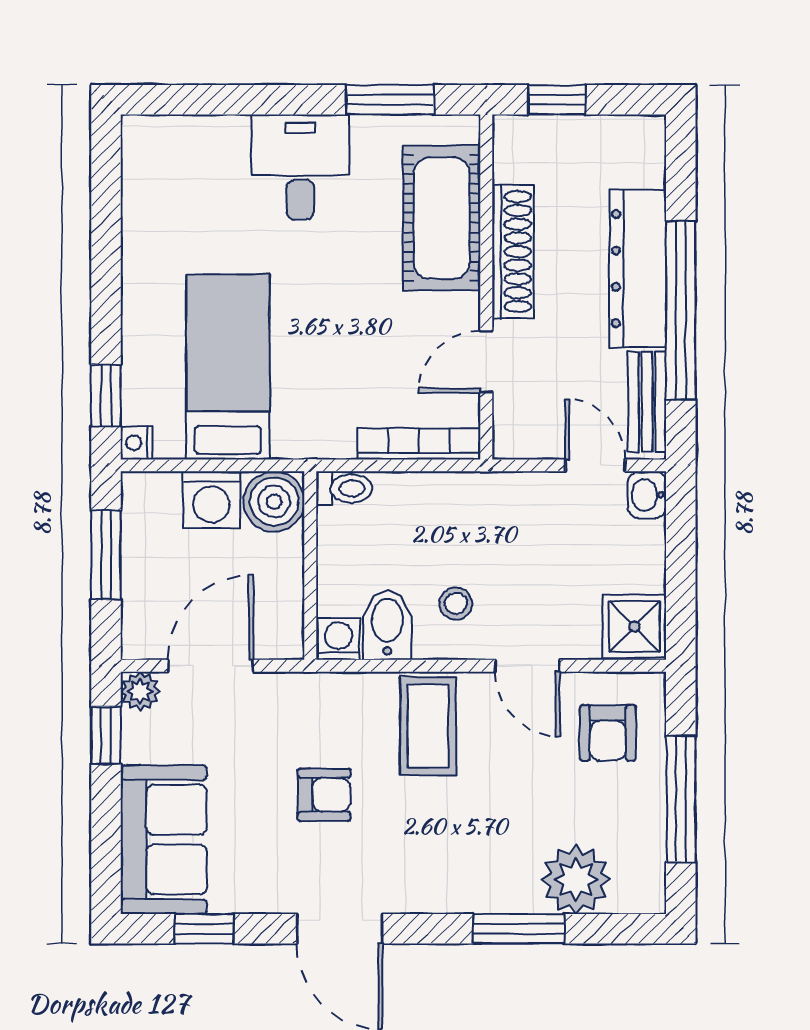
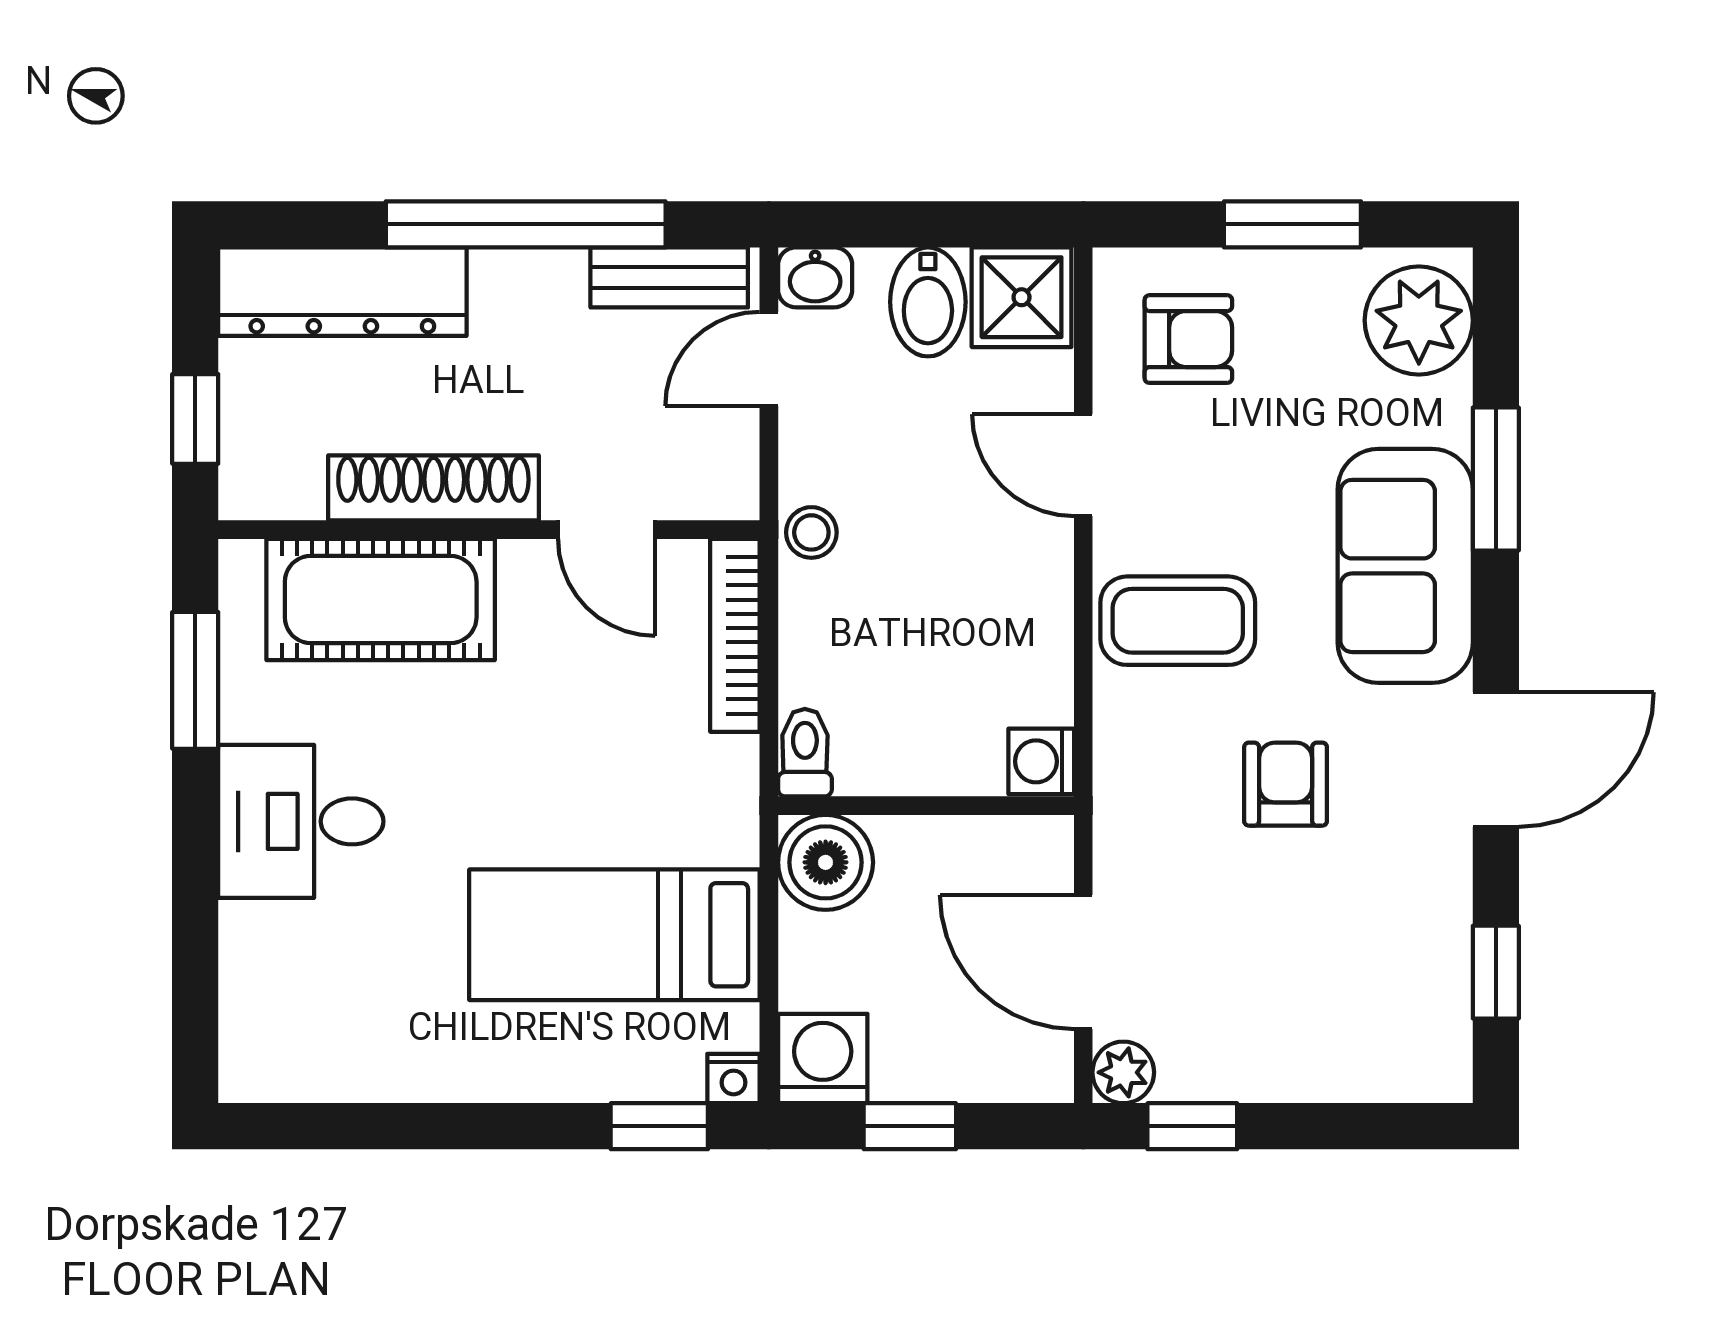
dresser: (638, 269) -> (342, 292), moved
washing machine: (211, 500) -> (823, 1059), moved, turned -90
window: (106, 555) -> (910, 1126), width x0.67
stool: (456, 603) -> (811, 532), moved
bidet: (387, 625) -> (928, 302), moved, turned -90
door: (527, 666) -> (1083, 465), swing flipped
window: (681, 799) -> (1292, 224), width x0.69
sofa: (164, 840) -> (1405, 566), moved, turned -90
plant: (576, 880) -> (1419, 320), moved

